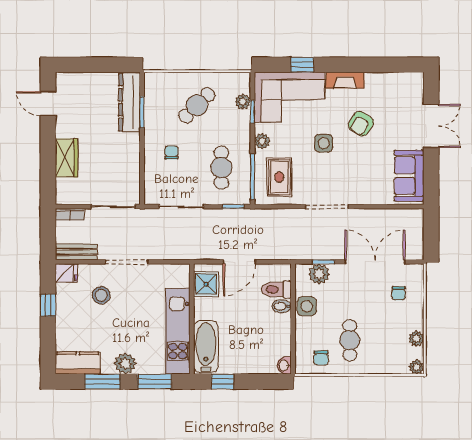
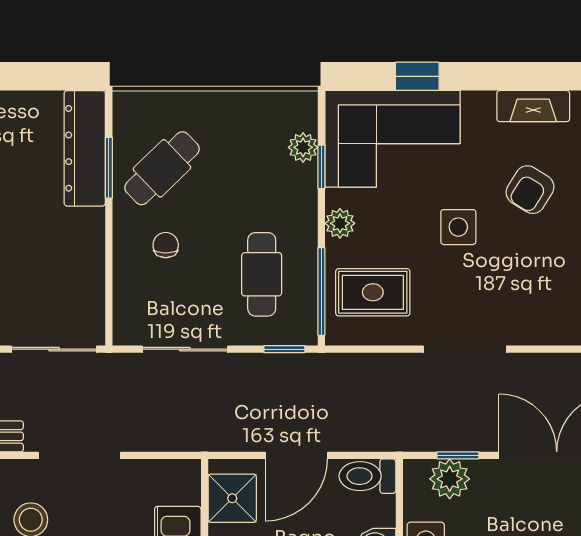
fireplace: (345, 80) -> (533, 106), moved
cafe table: (197, 105) -> (162, 168), moved
rug: (279, 177) -> (373, 292), turned 90
toilet: (276, 289) -> (367, 476), moved

